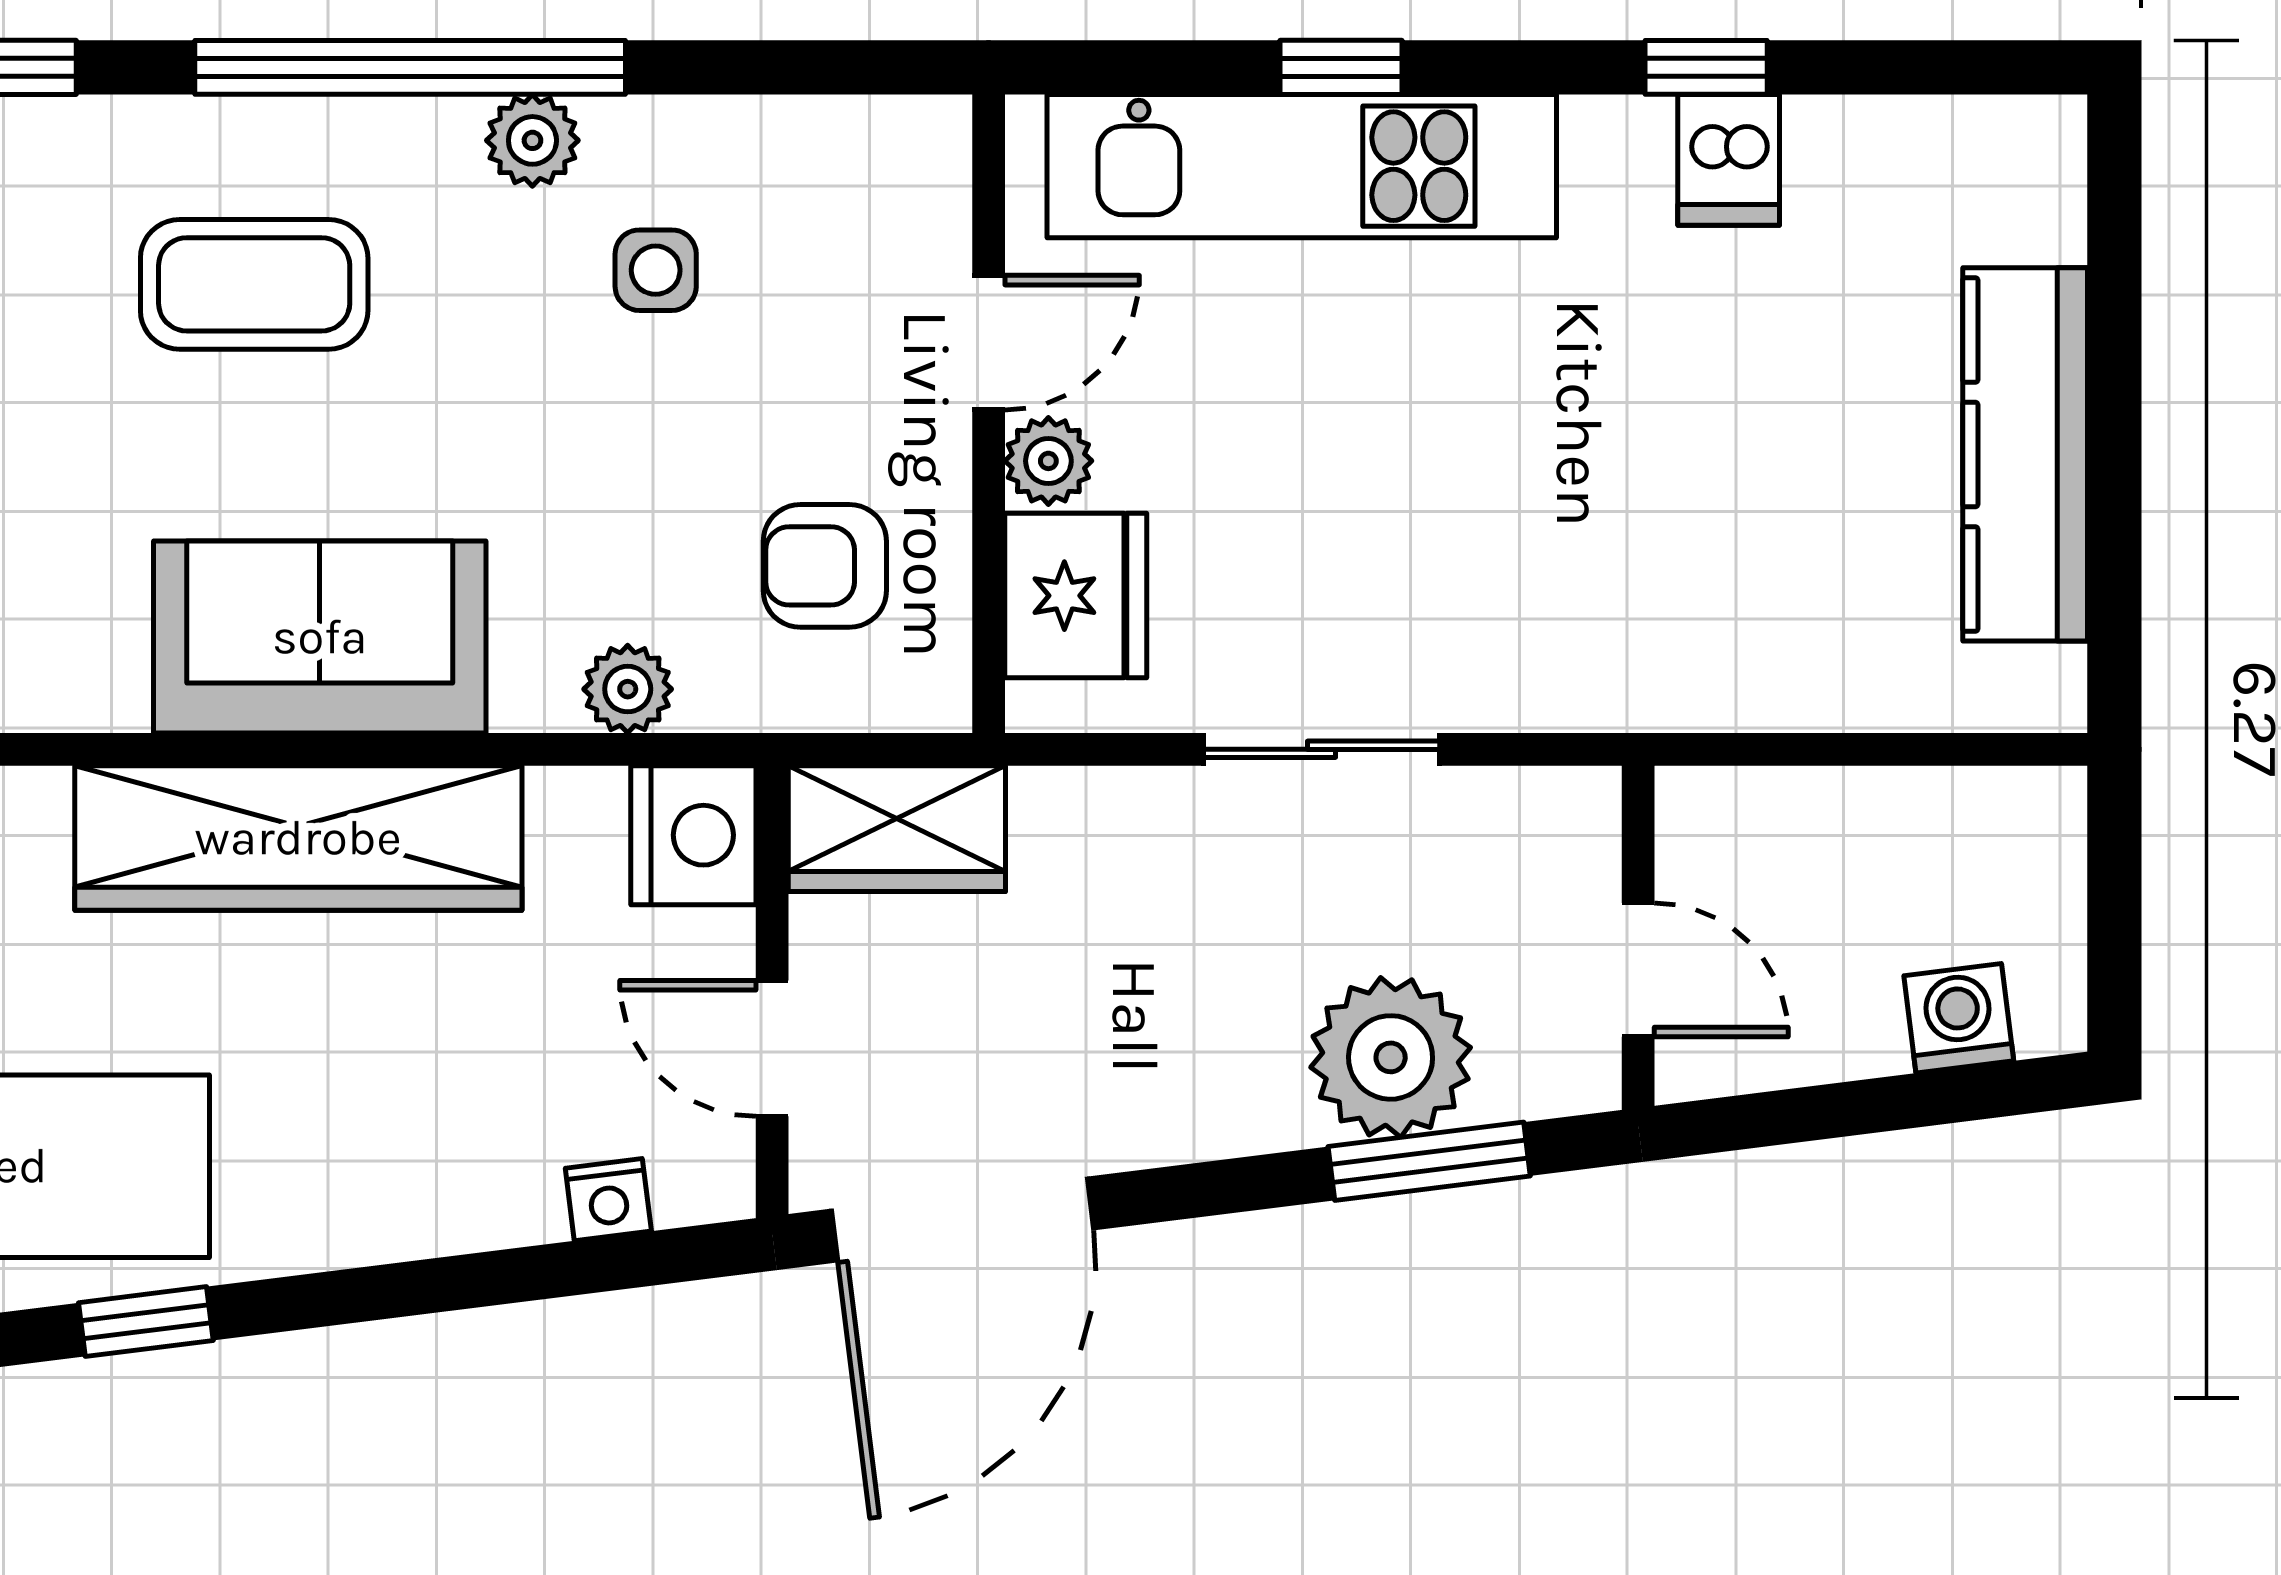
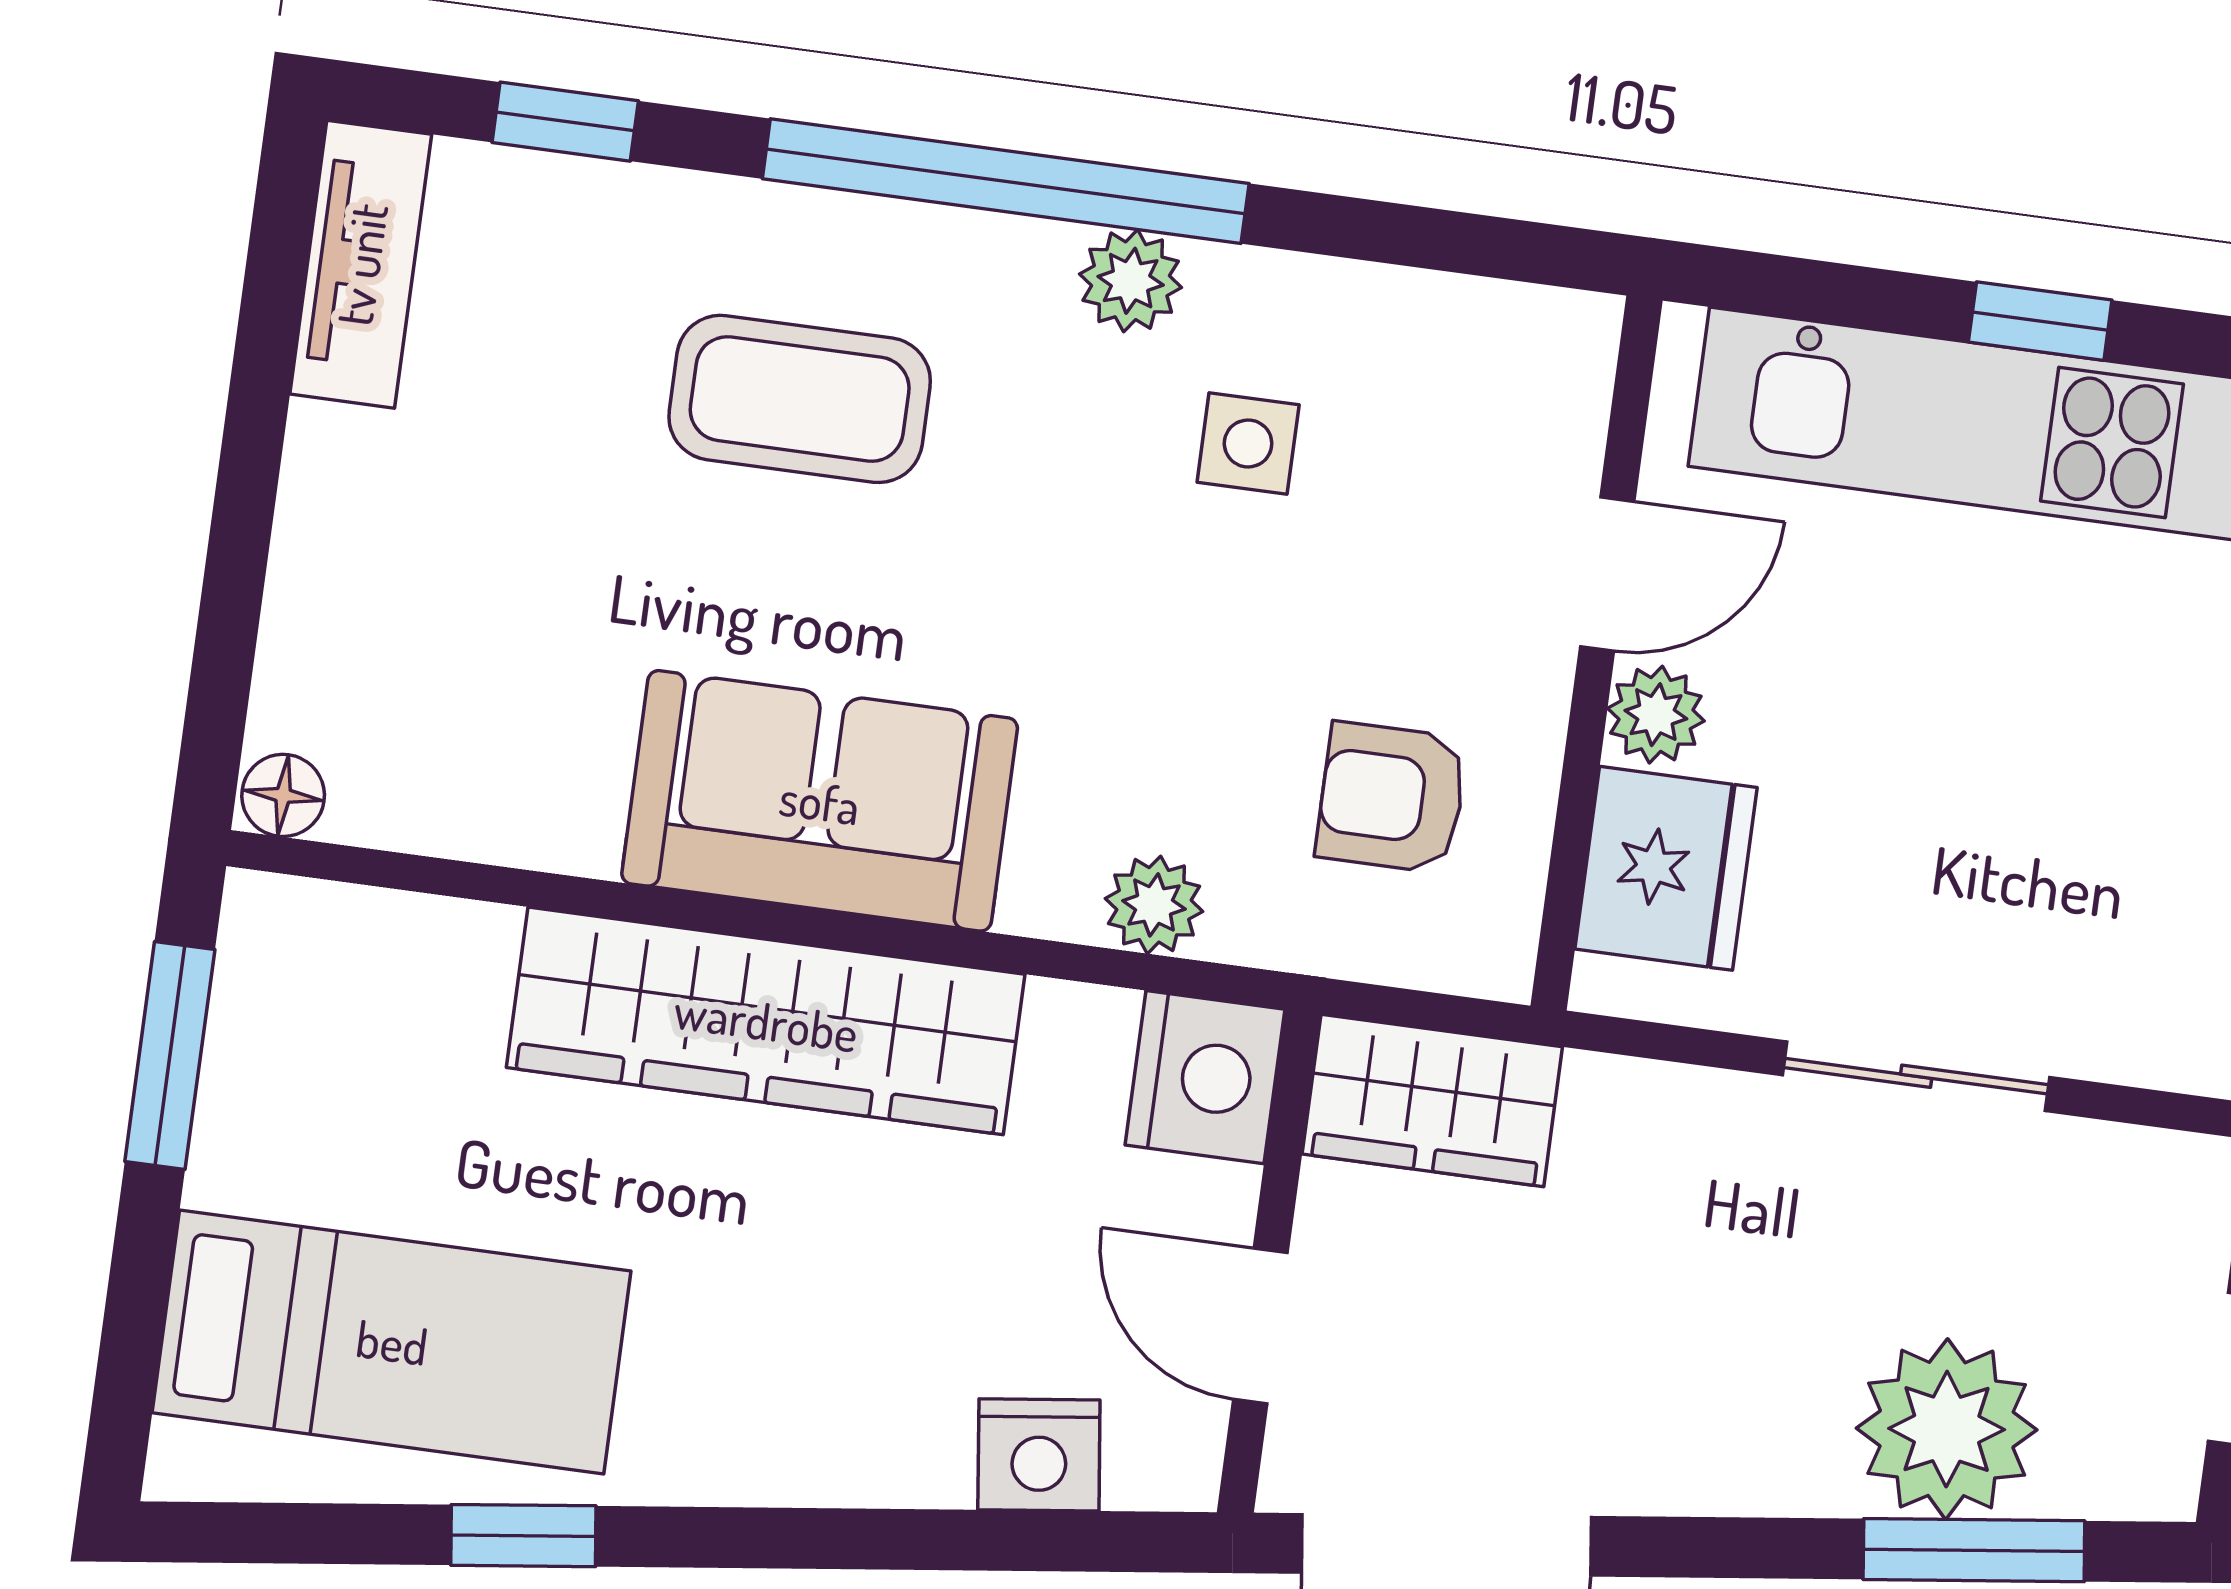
nightstand: (608, 1200) -> (1039, 1455), width x1.39, depth x1.35

